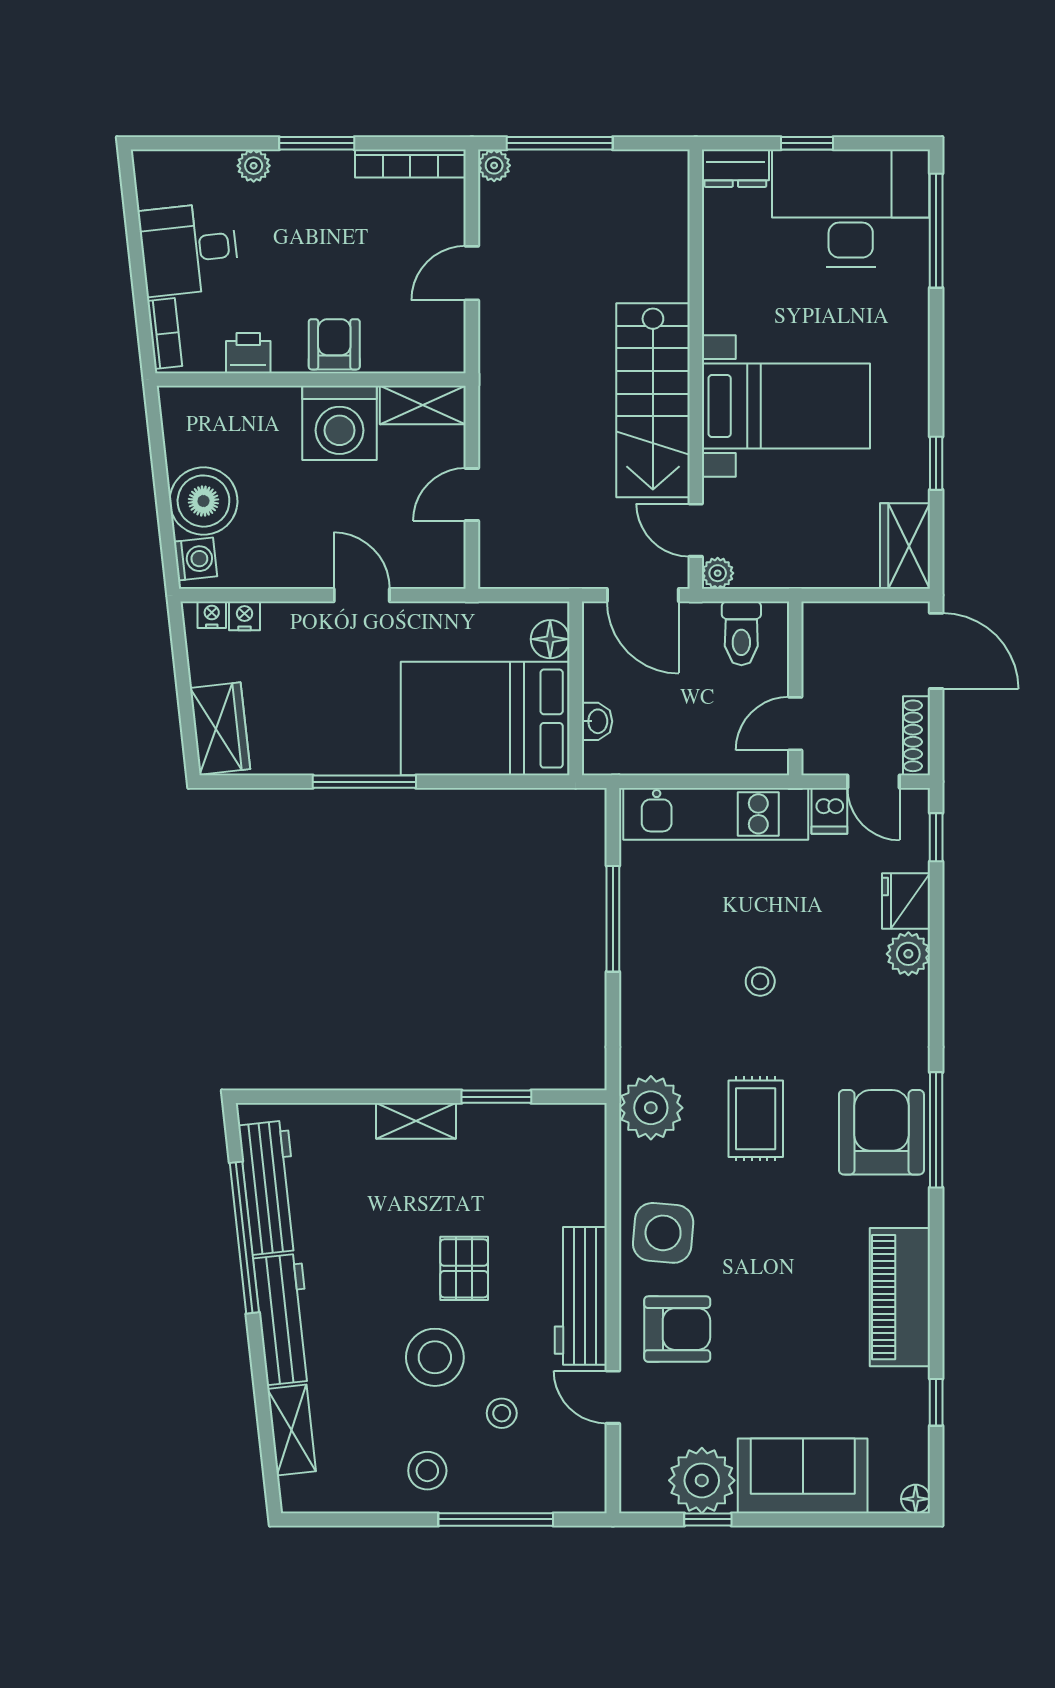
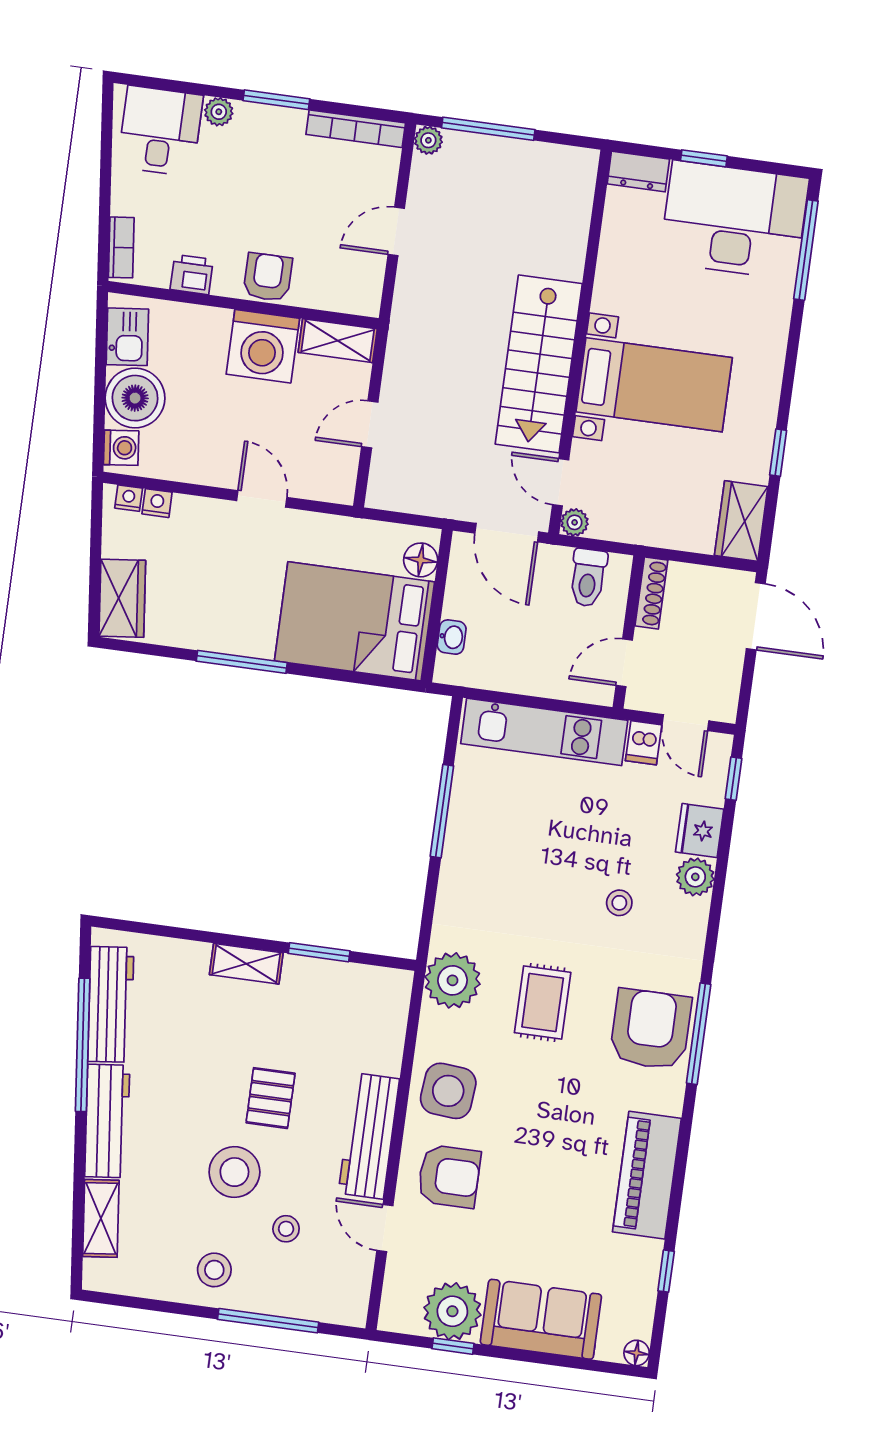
desk: (189, 249) -> (160, 131), moved, turned 96
kitchen sink: (185, 433) -> (127, 337), added
shoe rack: (916, 736) -> (651, 593), moved, turned 180
stool: (760, 981) -> (619, 903), moved

